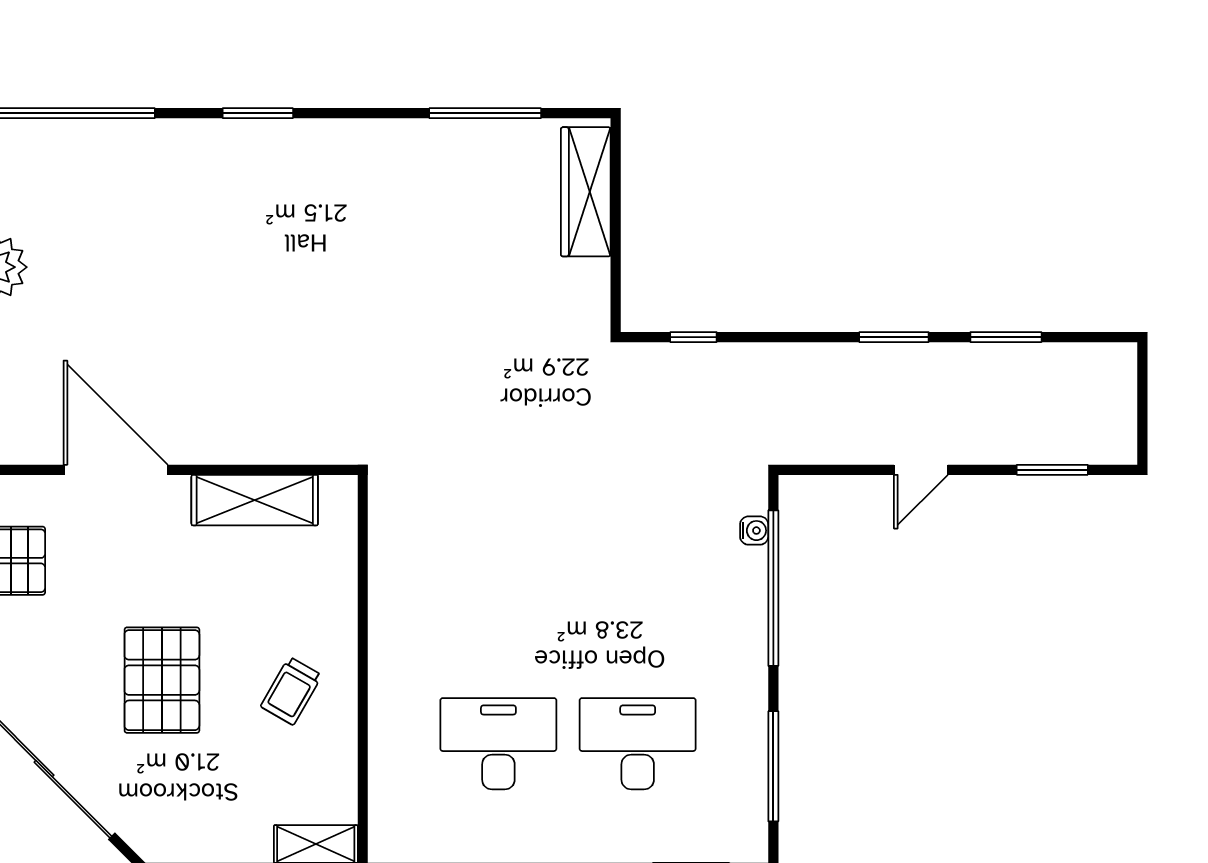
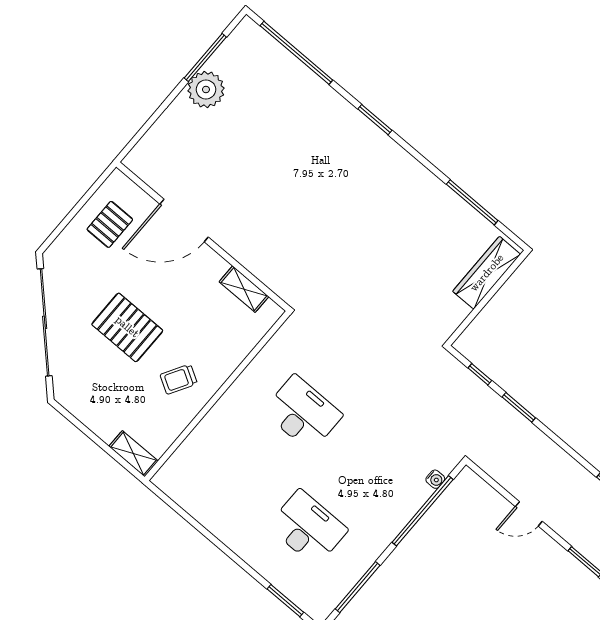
window: (894, 337) -> (519, 407), moved
door: (116, 470) -> (184, 221), swing flipped
shelving: (255, 500) -> (244, 289), width x0.67, depth x0.75
pallet: (162, 680) -> (127, 327), turned 90
desk: (498, 744) -> (303, 413), moved

